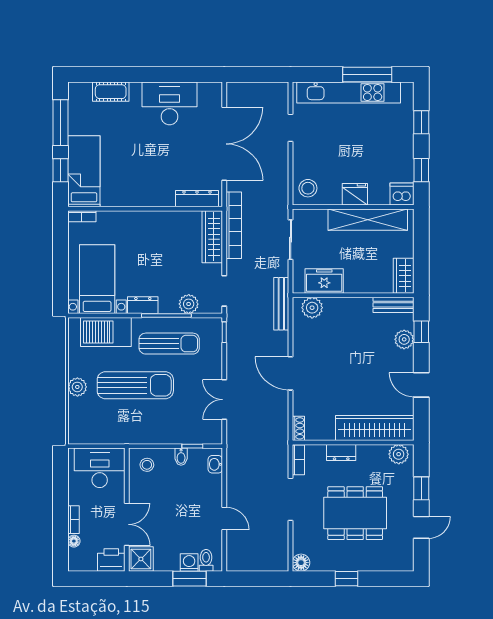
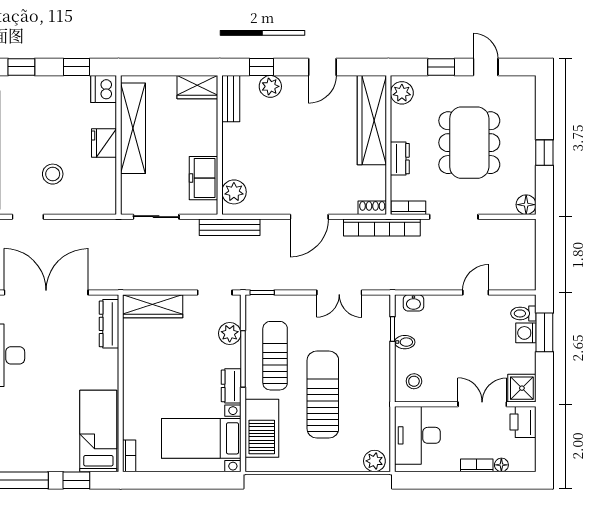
bed: (84, 171) -> (98, 431), moved, turned 90
stool: (308, 188) -> (53, 174), moved
bookcase: (234, 225) -> (382, 227), moved, turned 180
plant: (77, 387) -> (374, 461), moved

